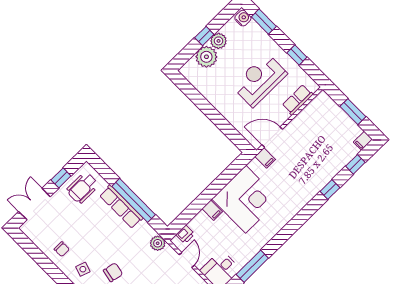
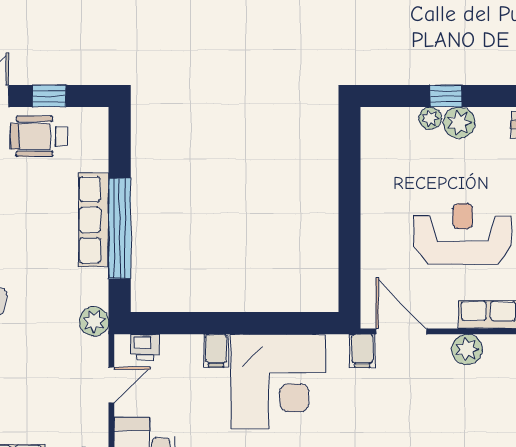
plant: (206, 57) -> (430, 118), width x0.53, depth x0.53
plant: (302, 120) -> (467, 349), added
wheelchair: (83, 188) -> (39, 136), moved

